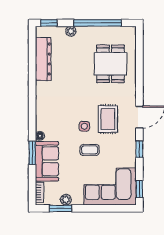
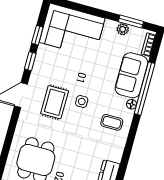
coffee table: (90, 150) -> (112, 122), moved
window: (32, 153) -> (145, 89), width x2.11
window: (139, 189) -> (37, 35), moved

